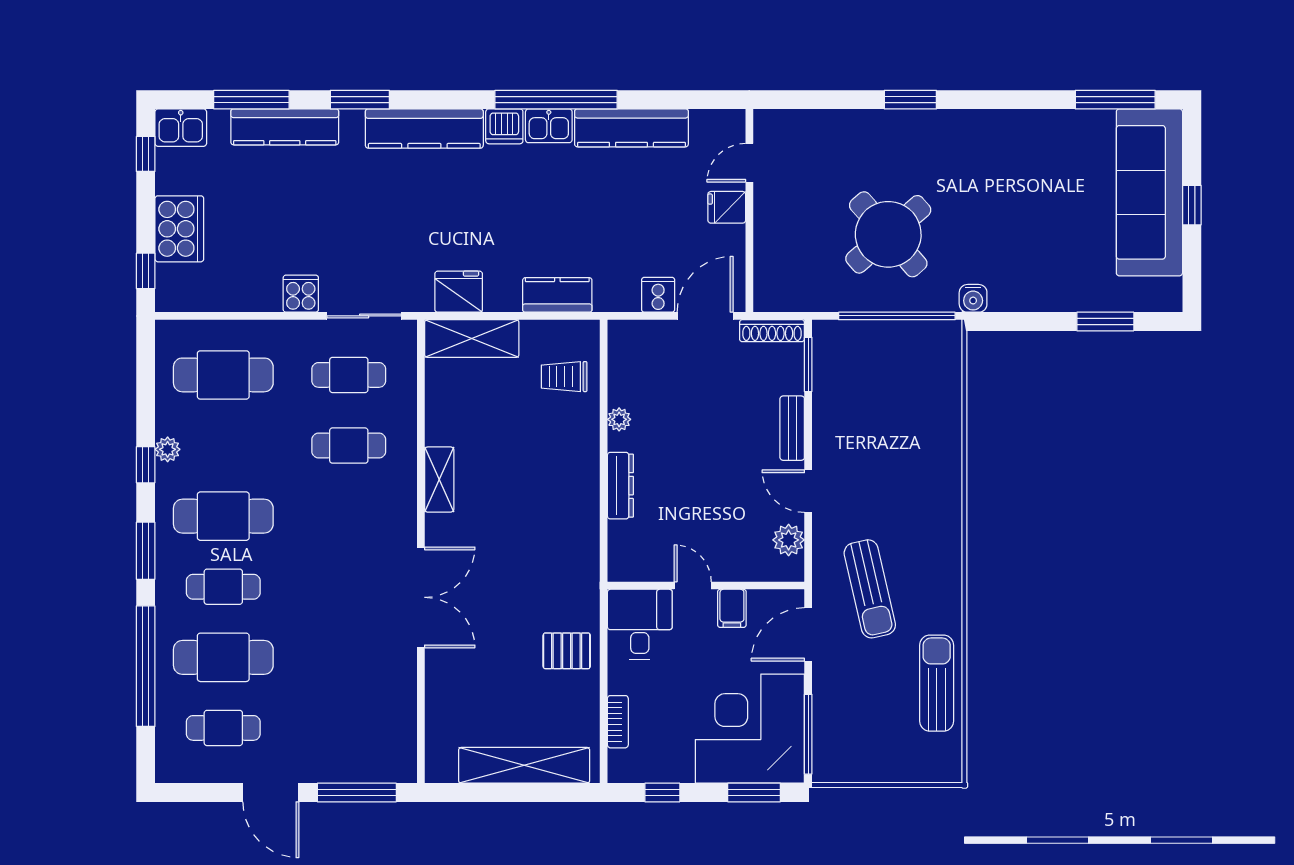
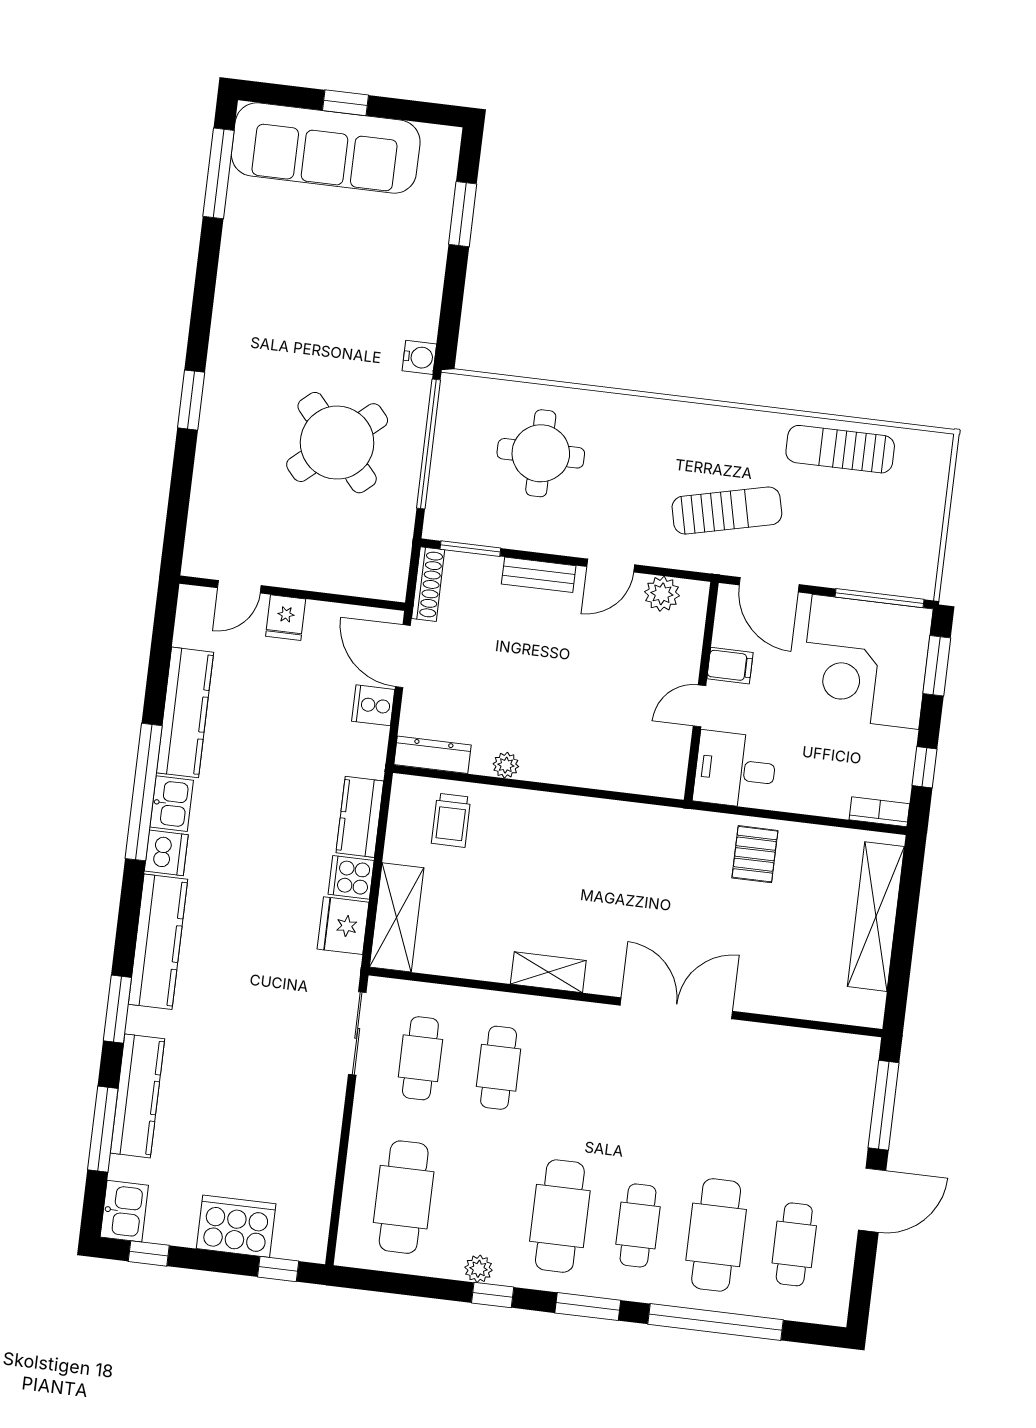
door: (749, 163) -> (239, 587), hinge flipped
cooker: (301, 294) -> (351, 877), moved
round table: (901, 417) -> (541, 453), added
dresser: (620, 486) -> (433, 755), moved
bookcase: (618, 722) -> (879, 812), moved

